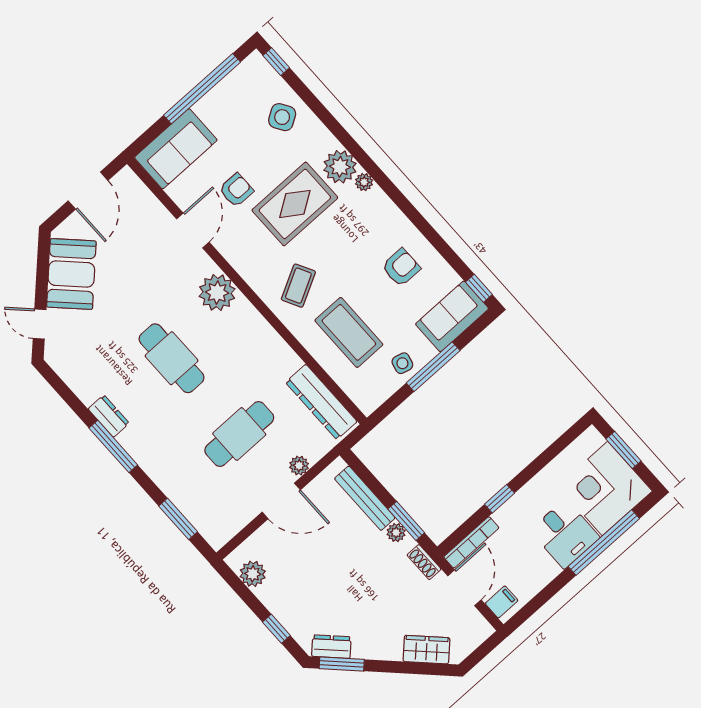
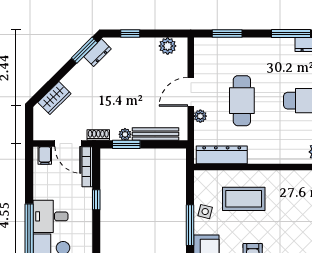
coffee table: (298, 286) -> (289, 195), removed

